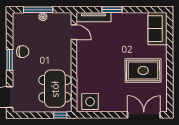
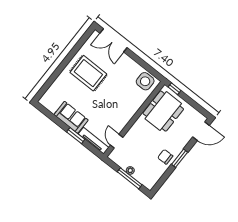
sofa: (158, 29) -> (71, 117), moved, turned -90

